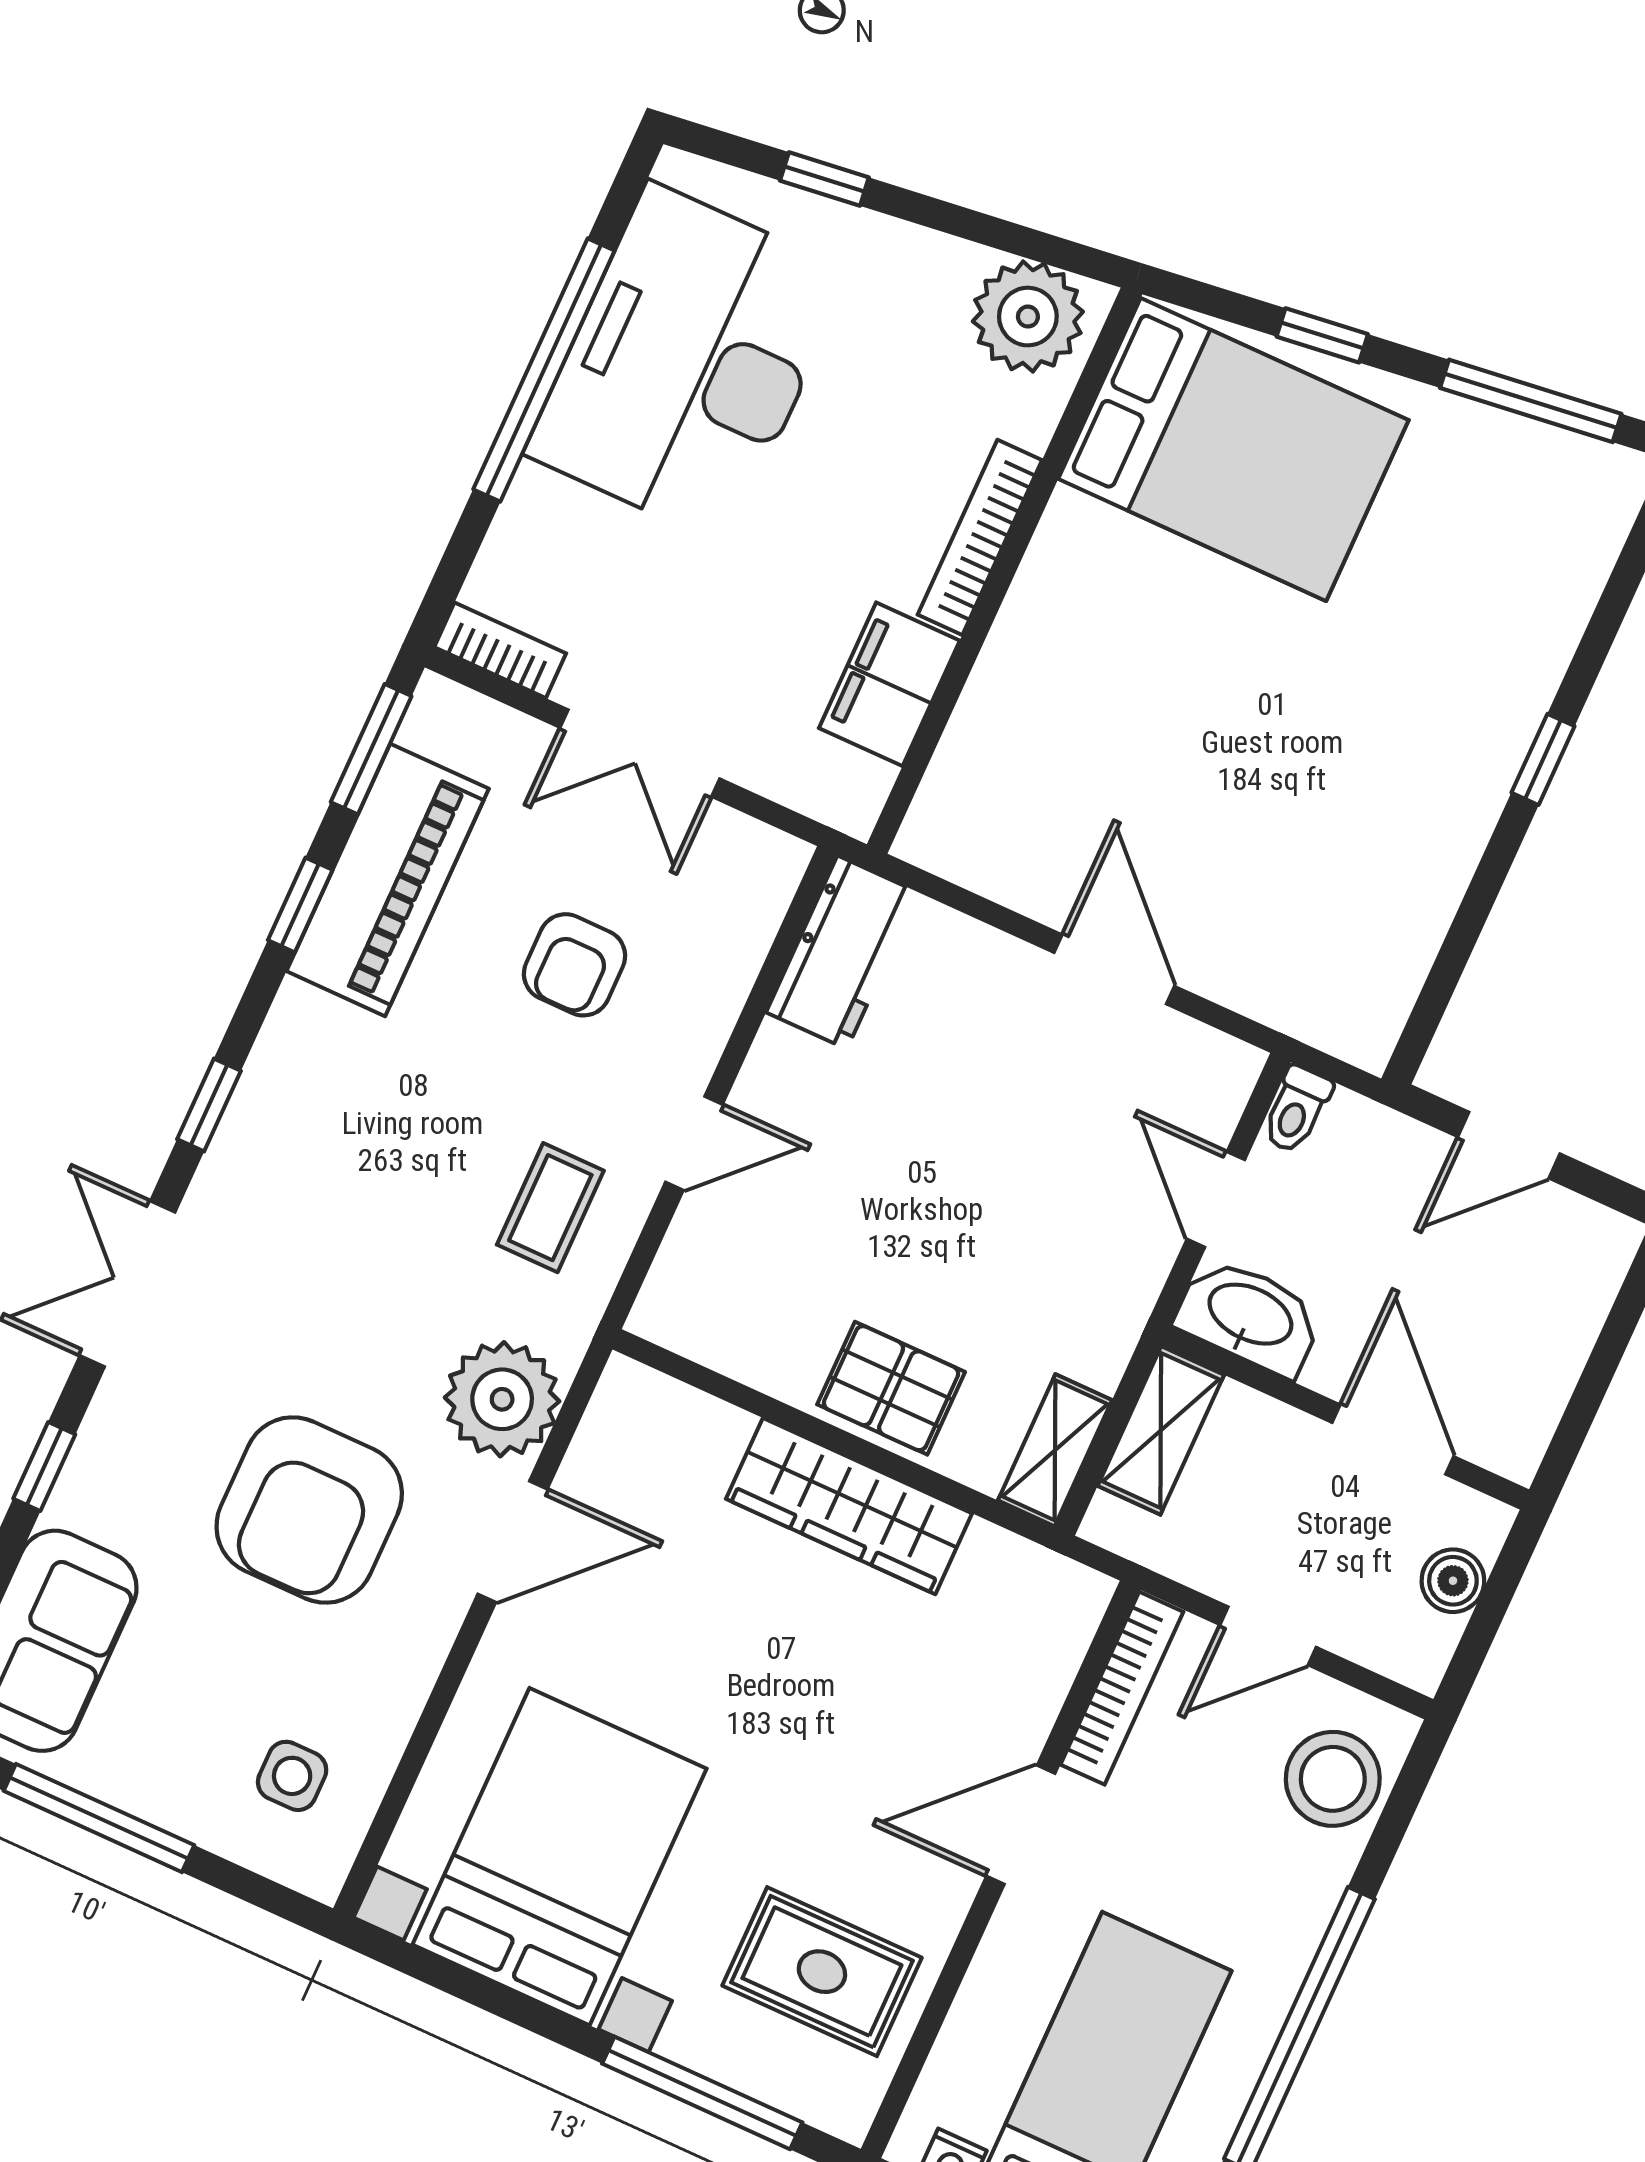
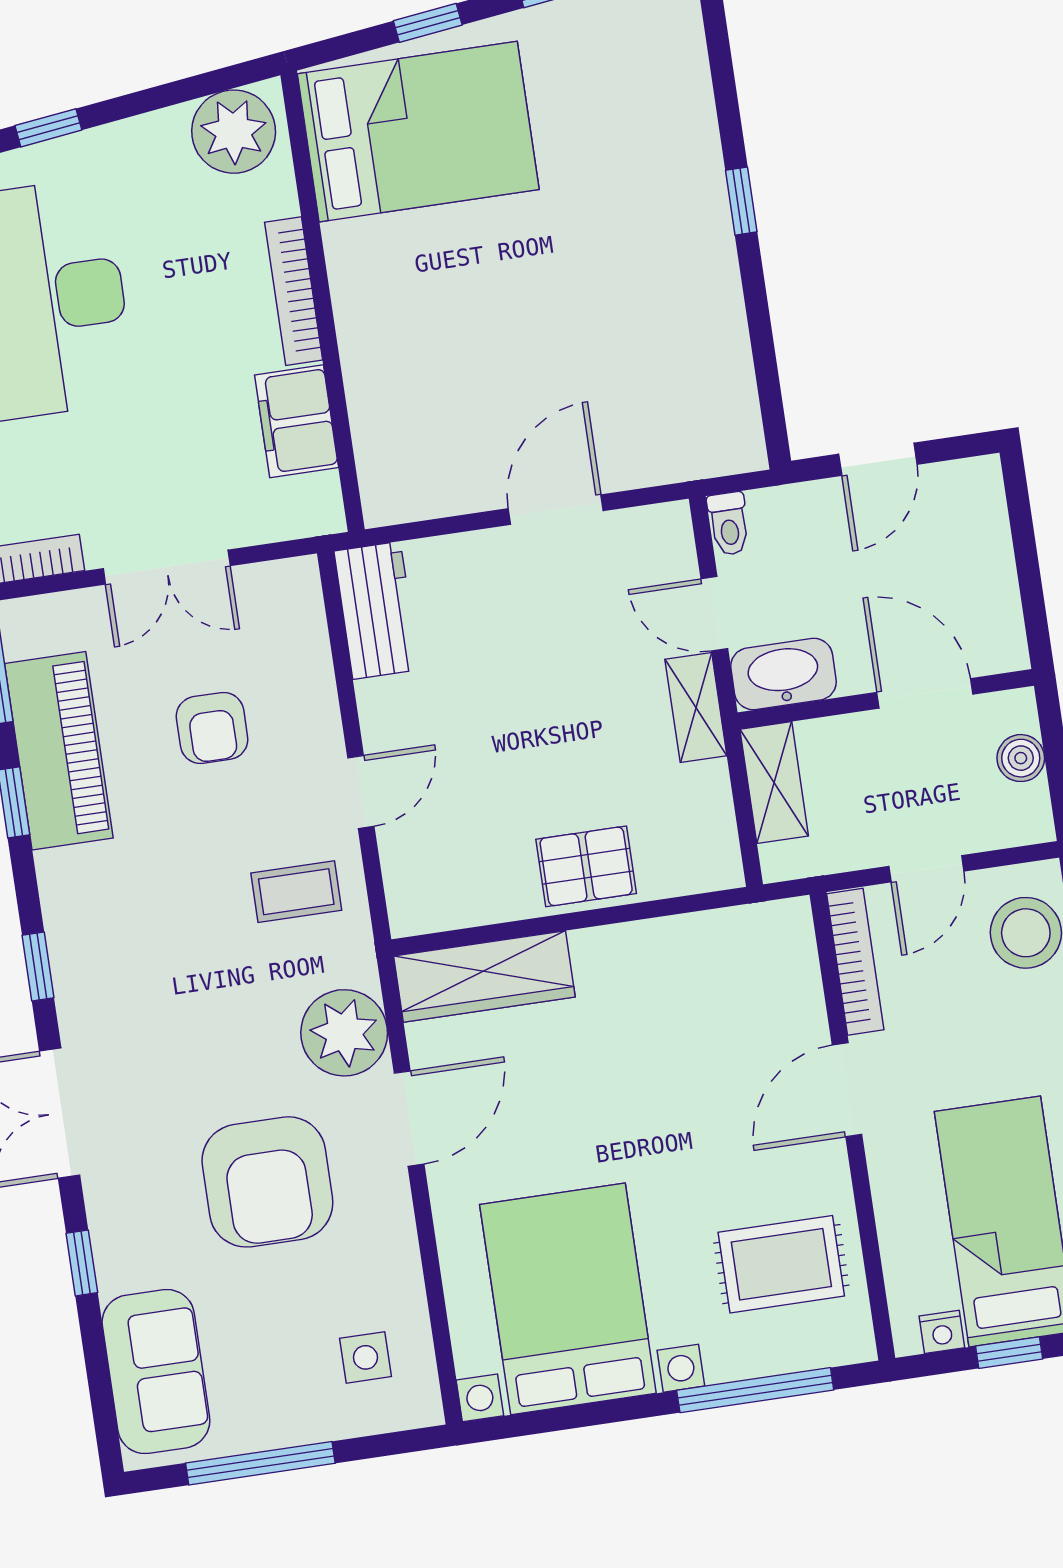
door: (1114, 969) -> (556, 510), hinge flipped
coffee table: (550, 1208) -> (296, 892), turned 90
shelving: (1055, 1450) -> (696, 707), moved
wardrobe: (849, 1506) -> (484, 976), moved

